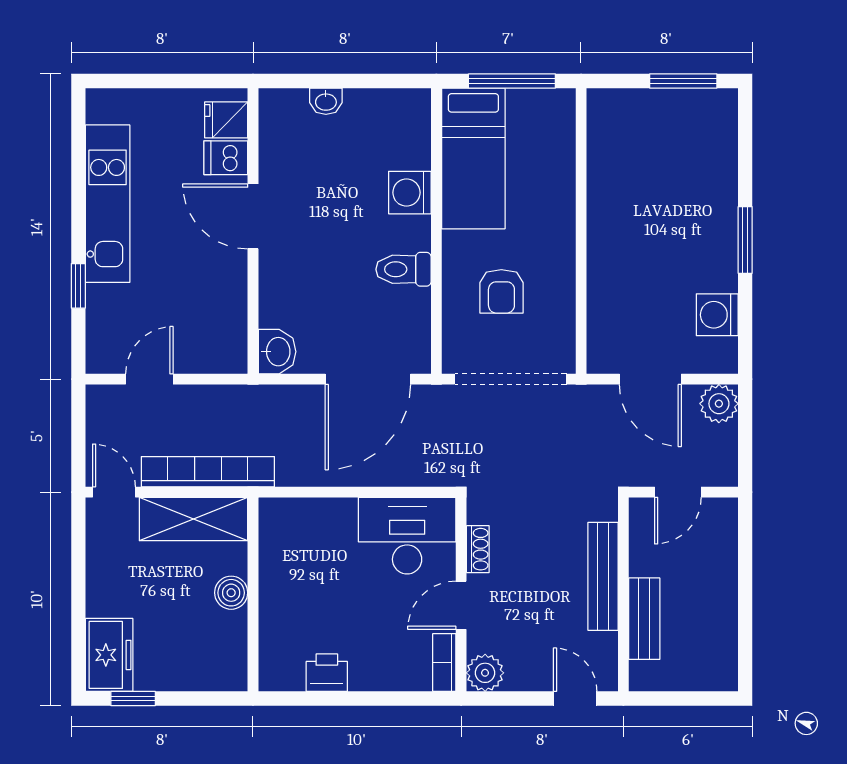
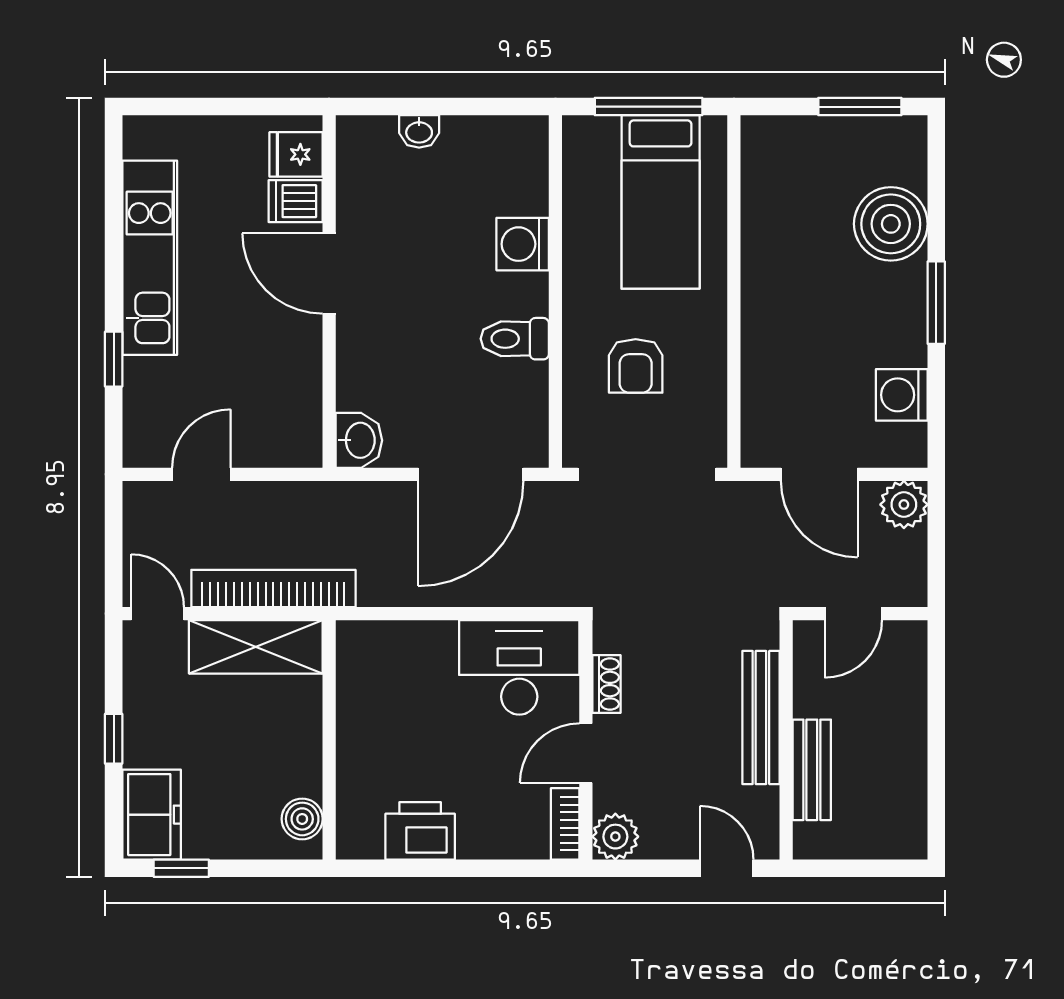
bed: (473, 158) -> (661, 202), moved
boiler: (708, 176) -> (891, 224), added
boiler: (231, 593) -> (302, 819), moved
window: (78, 594) -> (114, 739), added
printer: (327, 673) -> (420, 831), width x1.36, depth x1.24

